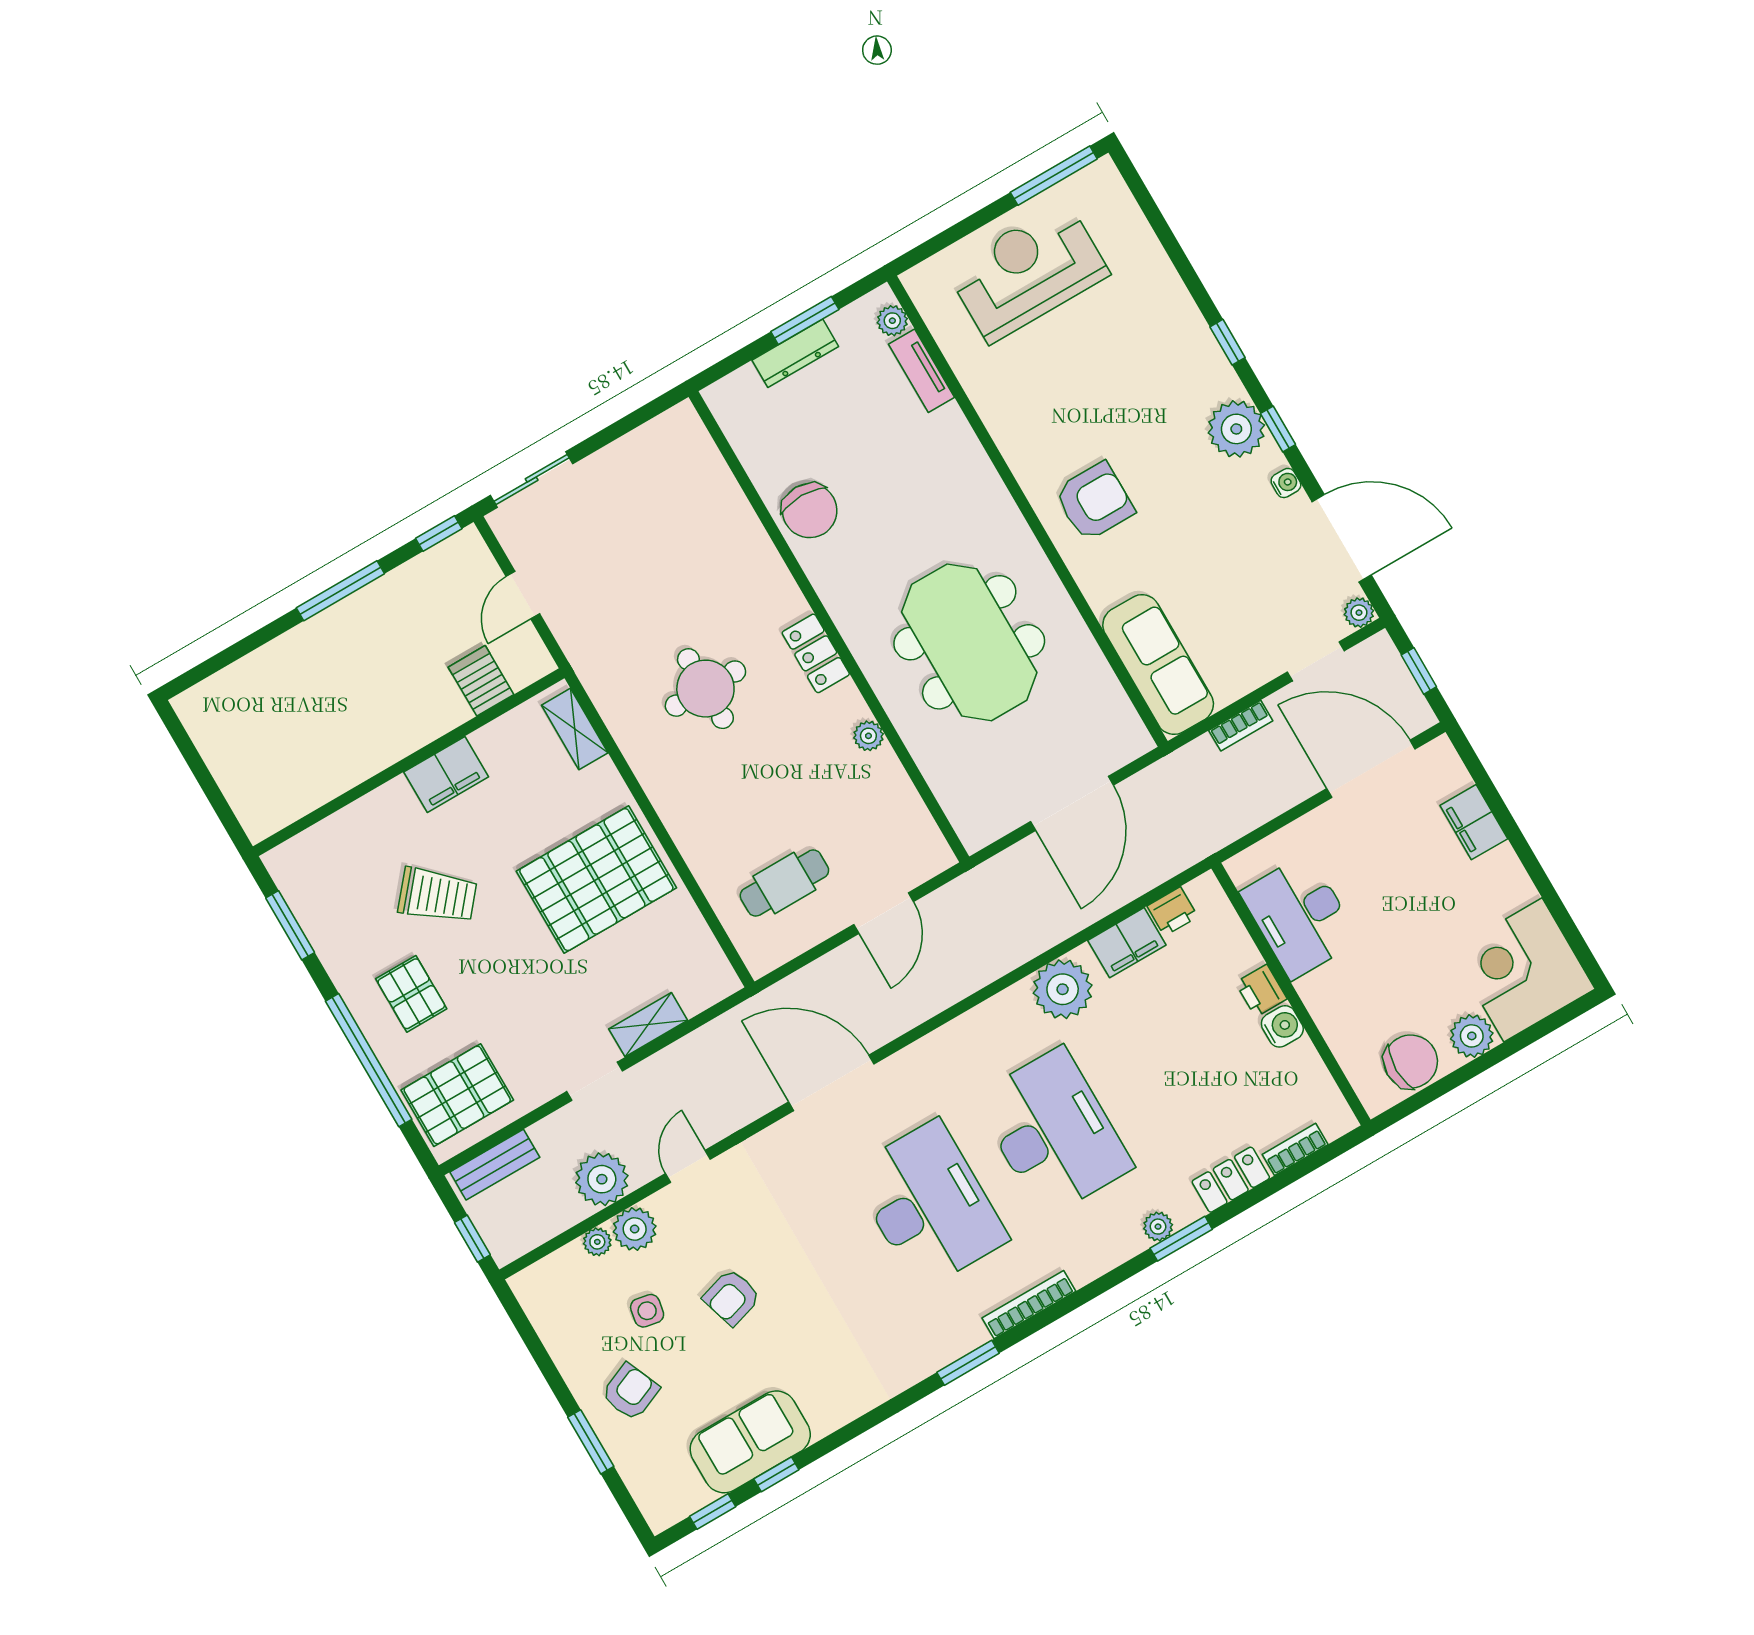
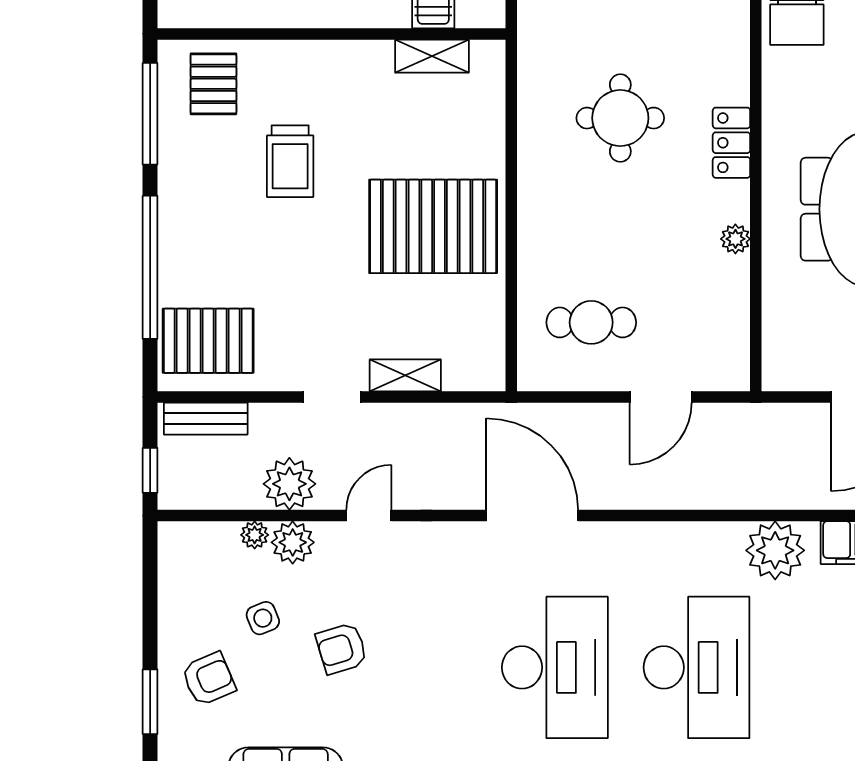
shelving: (575, 729) -> (432, 56), moved, turned 90
filing cabinet: (446, 774) -> (357, 63), removed
trolley: (437, 895) -> (290, 161), turned 50
window: (290, 925) -> (150, 114), width x1.44
pallet: (411, 994) -> (213, 84), moved
side table: (647, 1311) -> (263, 618), turned -33

